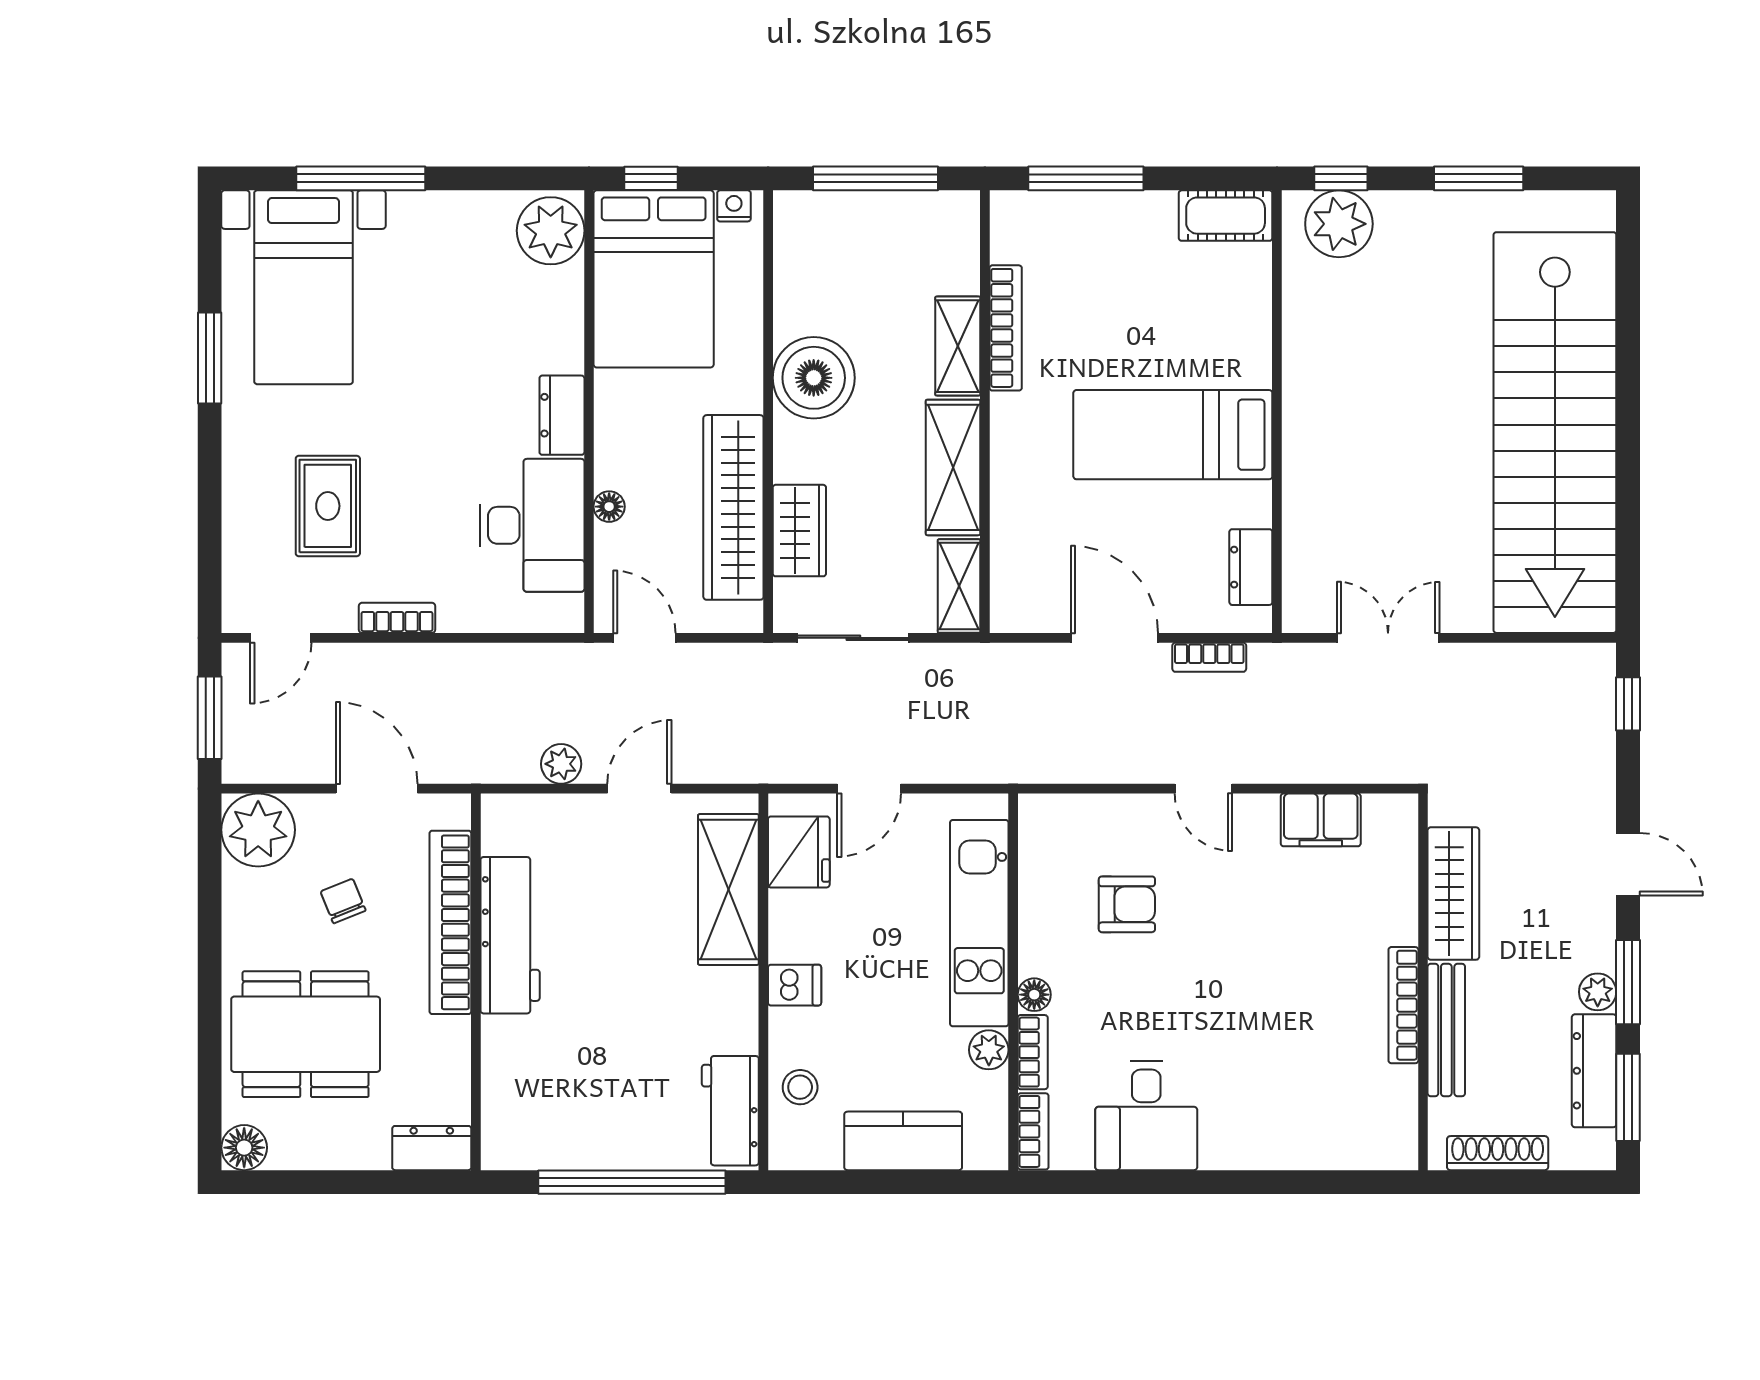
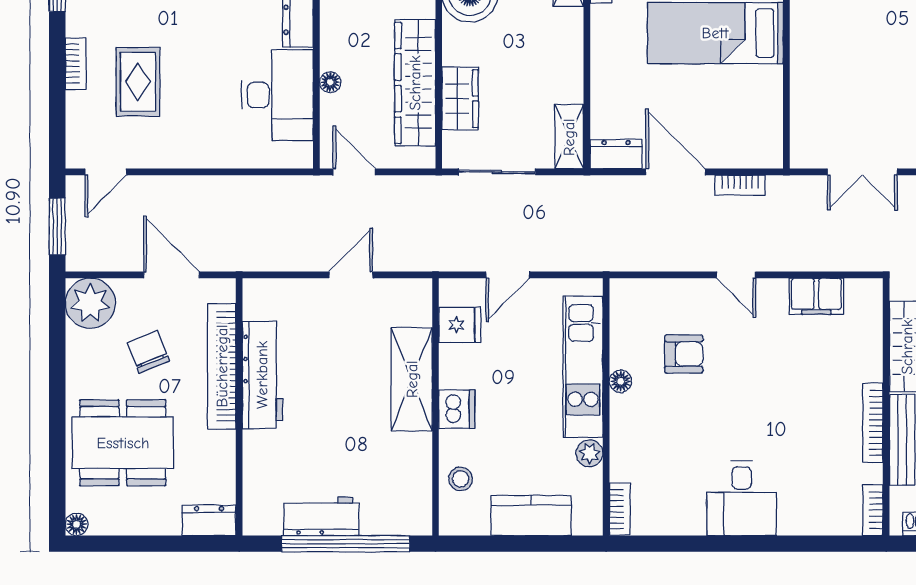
shelving: (953, 467) -> (565, 55), removed
dresser: (1251, 567) -> (616, 154), moved, turned 90
bookcase: (397, 618) -> (76, 64), moved, turned 90
double door: (1388, 638) -> (862, 172), swing flipped
plant: (561, 764) -> (297, 258), removed
fridge: (799, 852) -> (460, 325), width x0.72
shelving: (728, 890) -> (412, 379), moved
chair: (343, 901) -> (148, 352), width x1.37, depth x1.37
dishwasher: (795, 985) -> (457, 409), width x1.38
floor lamp: (1034, 995) -> (621, 381), moved
bookcase: (1033, 1052) -> (873, 510), moved, turned 180
workbench: (730, 1111) -> (321, 516), moved, turned 90
desk: (1146, 1115) -> (742, 498), moved
floor lamp: (244, 1148) -> (77, 524), width x0.73, depth x0.73

